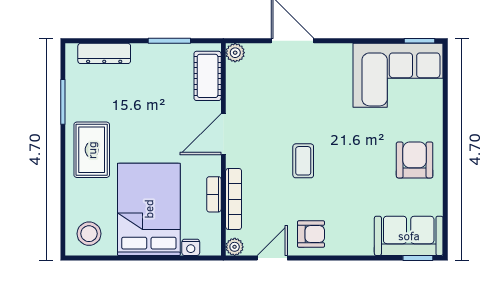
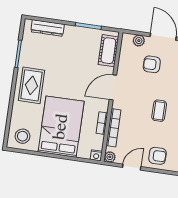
plant: (235, 53) -> (139, 41), moved
armchair: (281, 88) -> (152, 64), added
nightstand: (191, 247) -> (96, 155), moved

